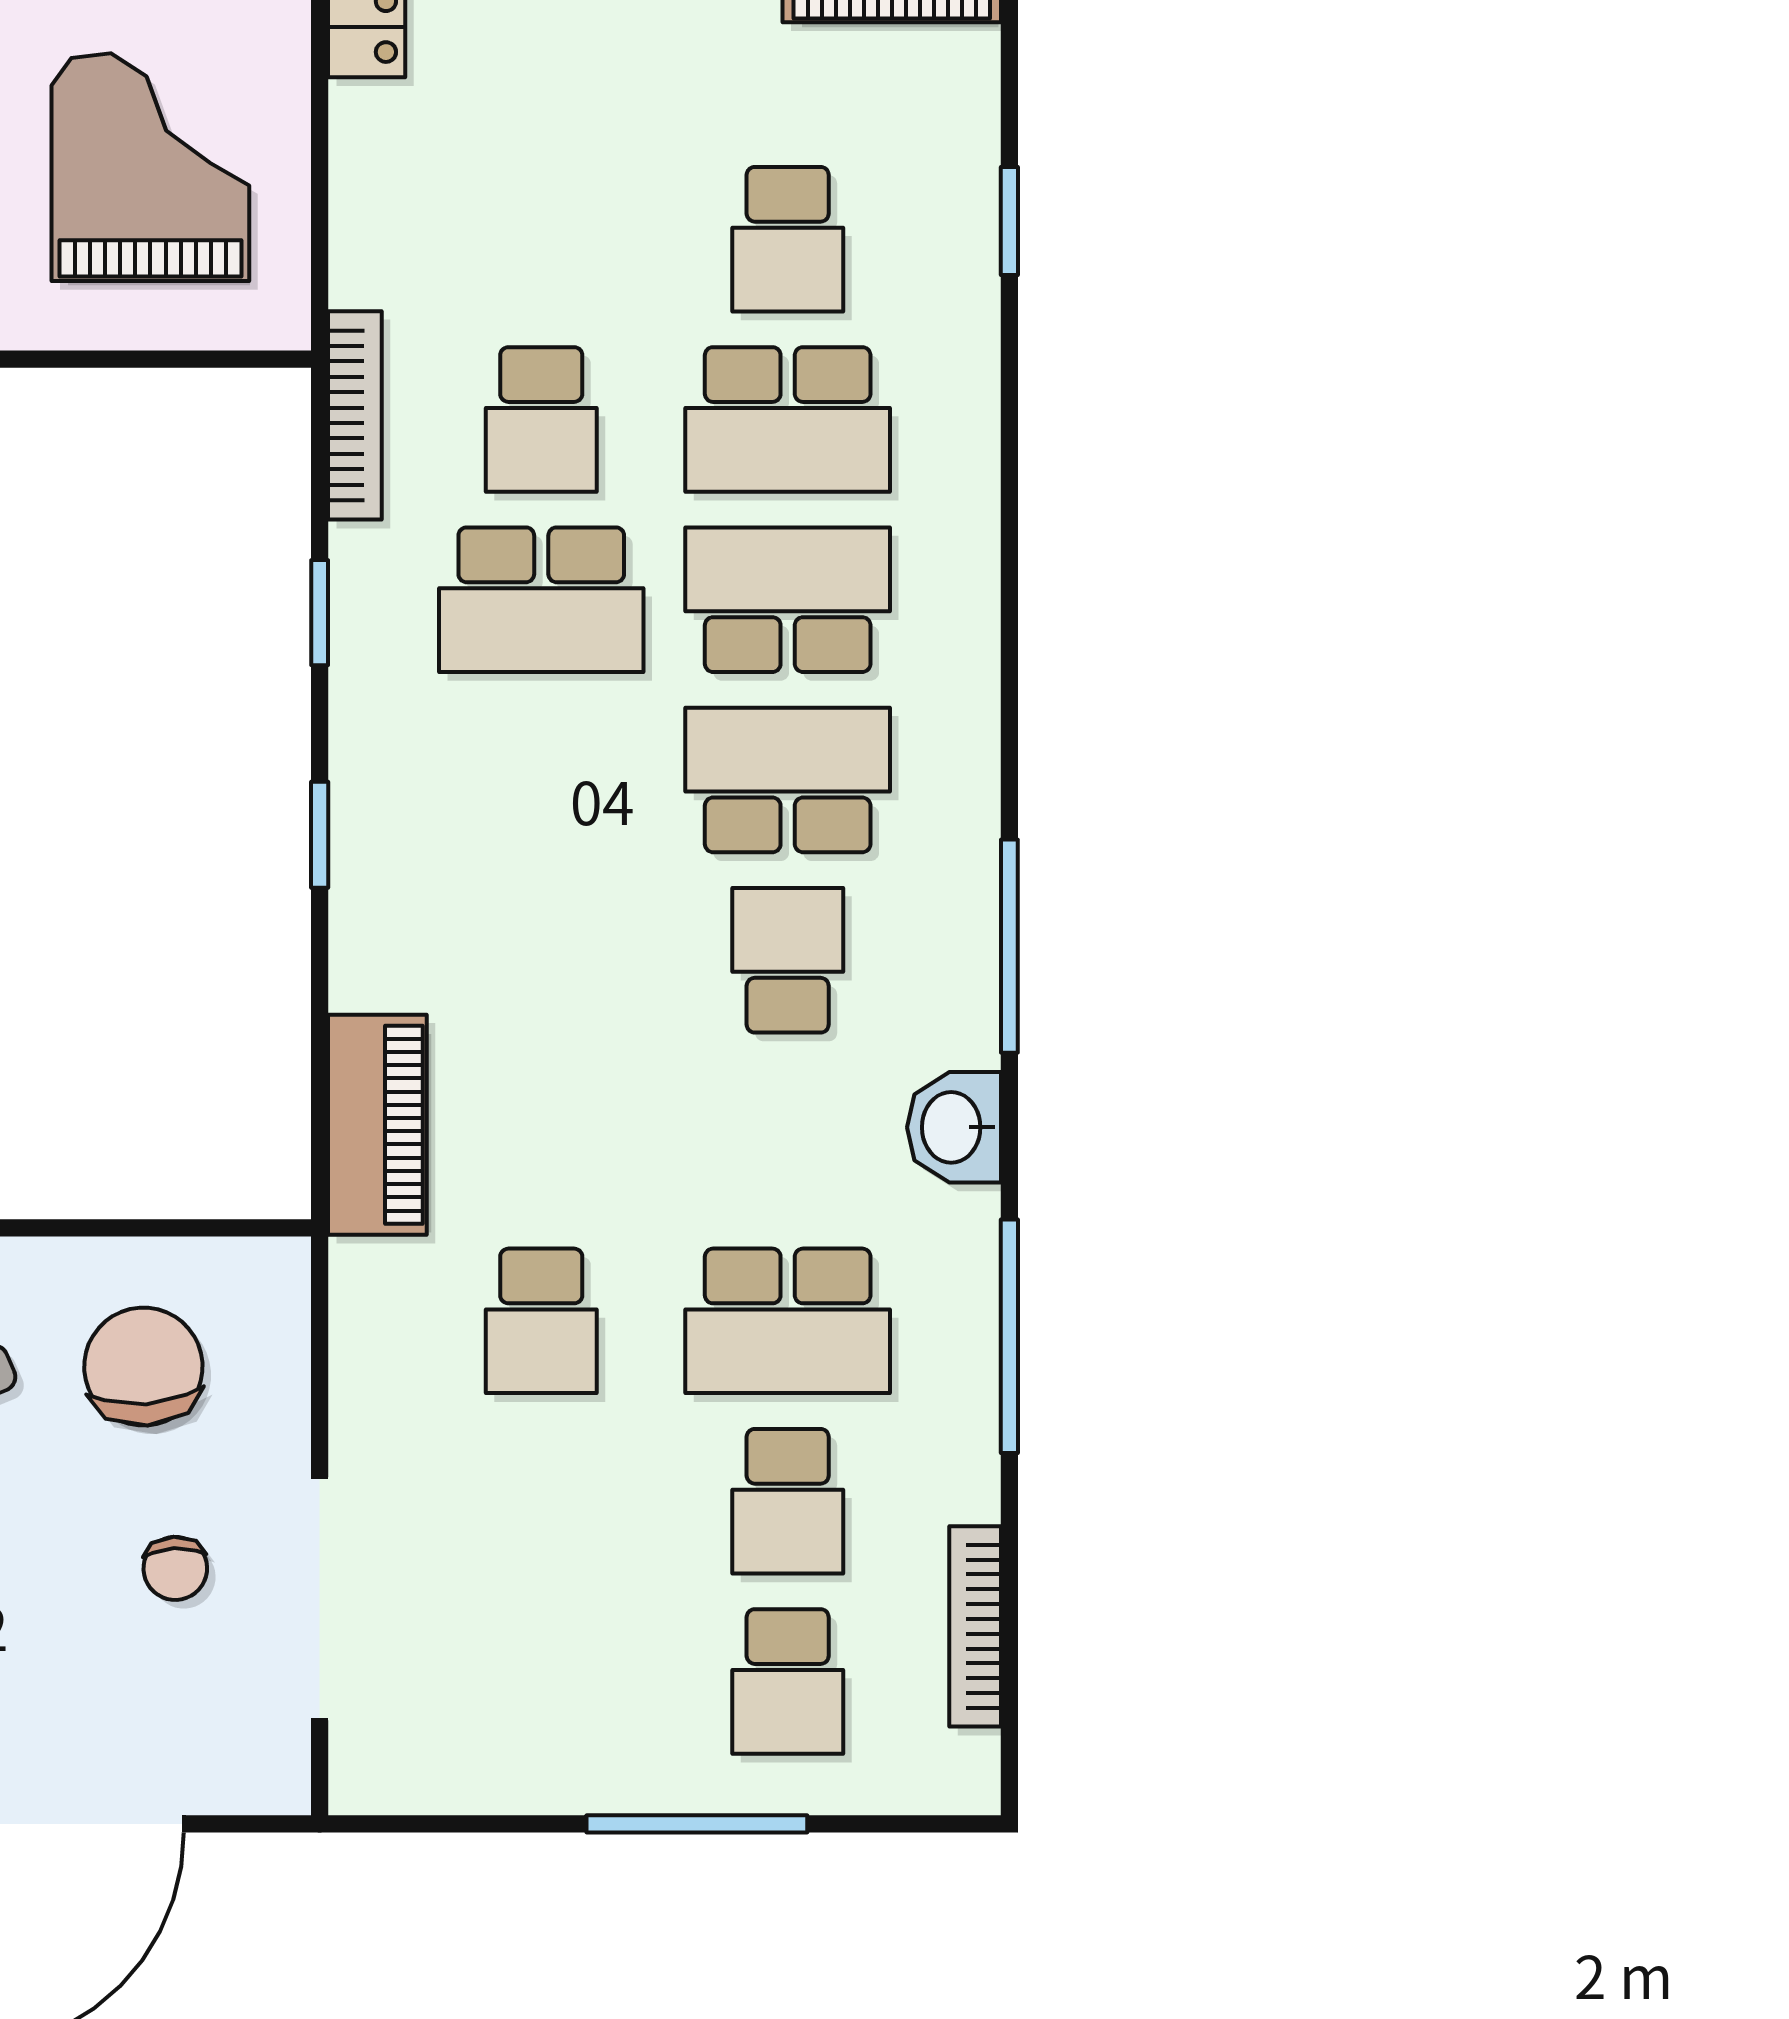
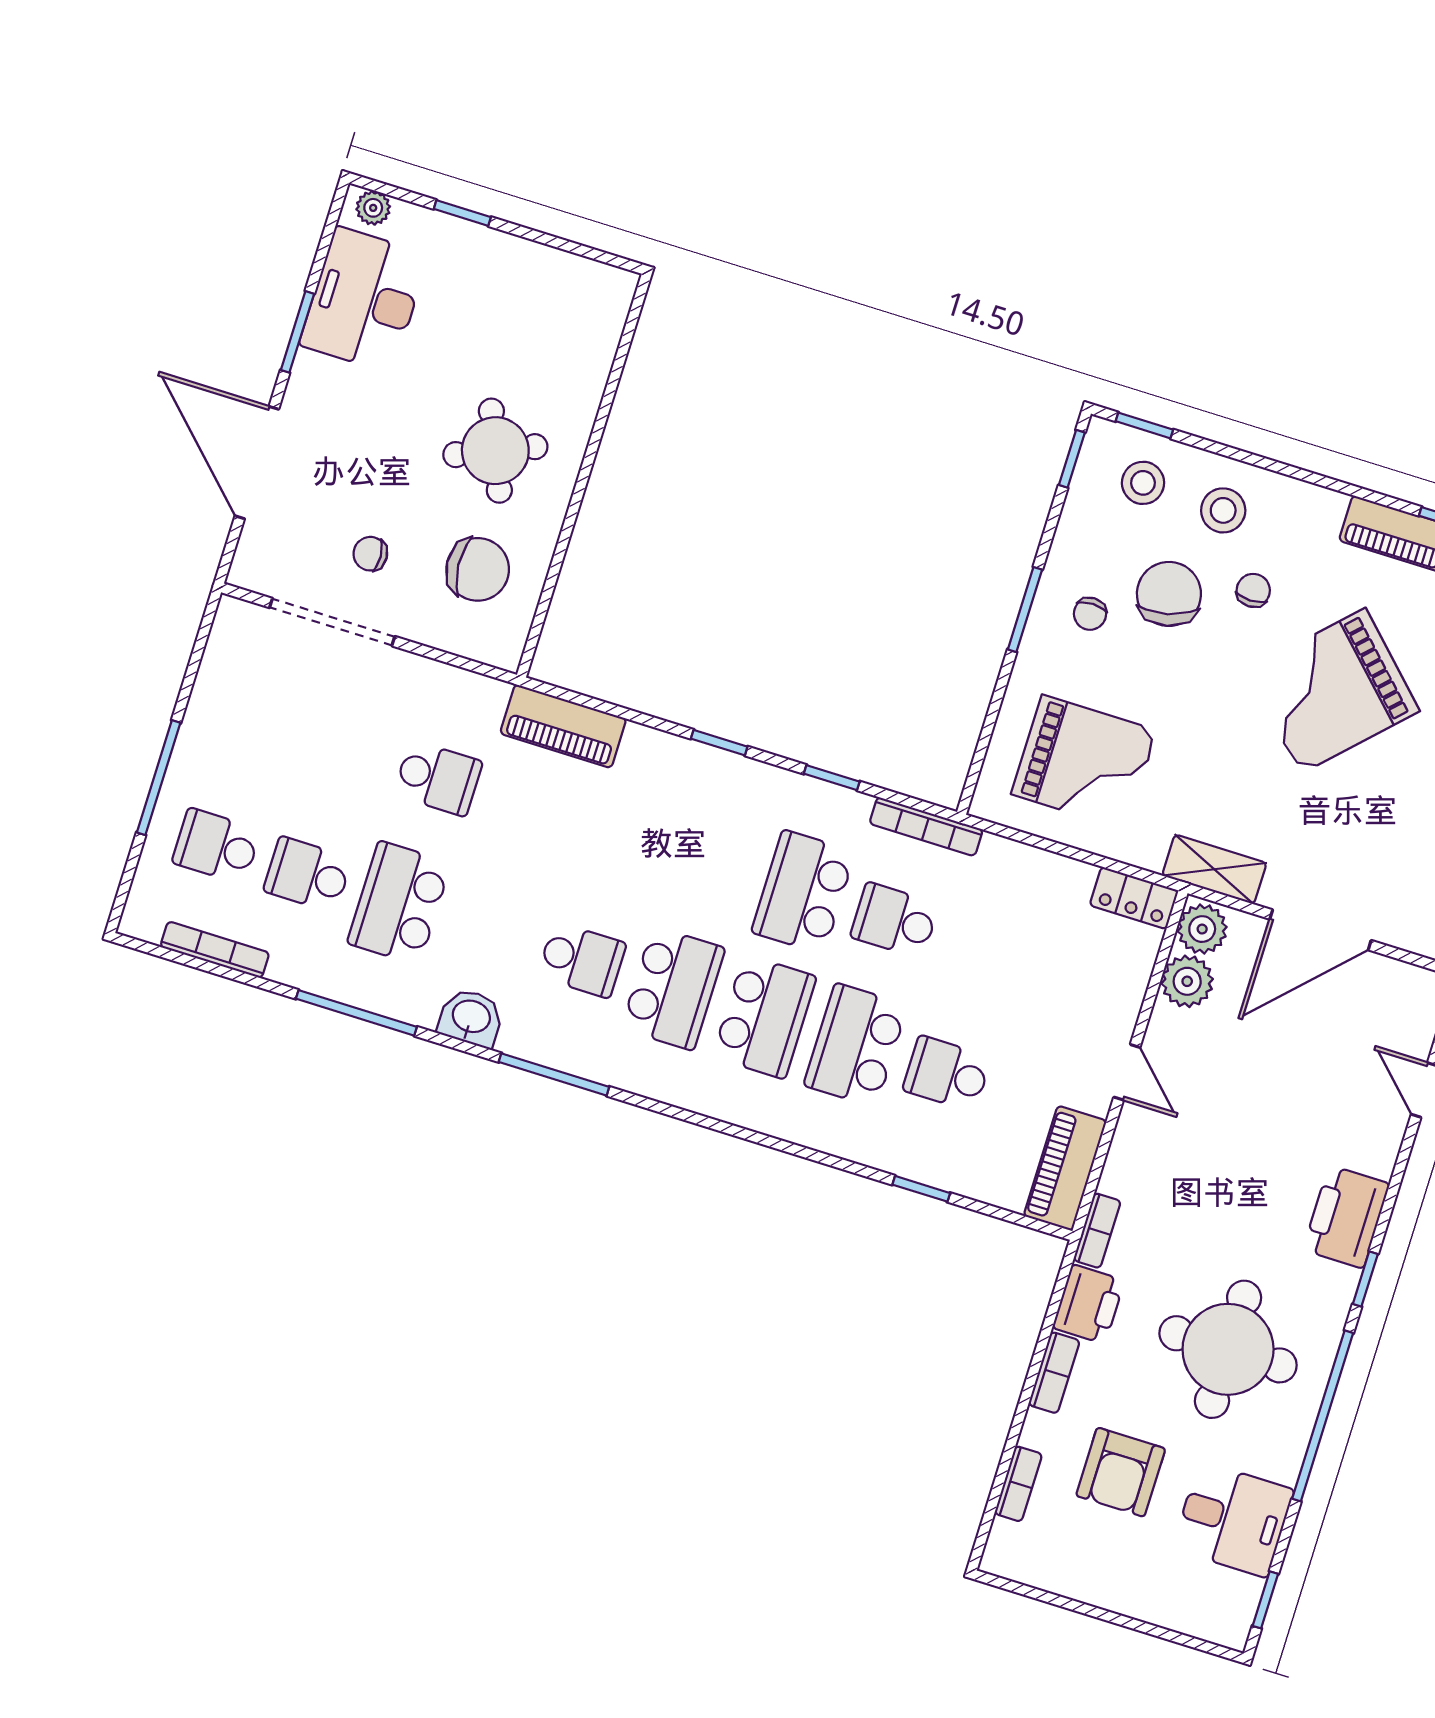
school desk: (541, 1321) -> (438, 778), turned 180

